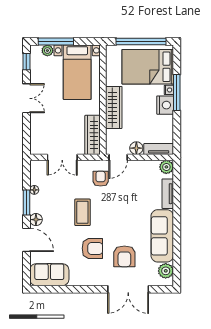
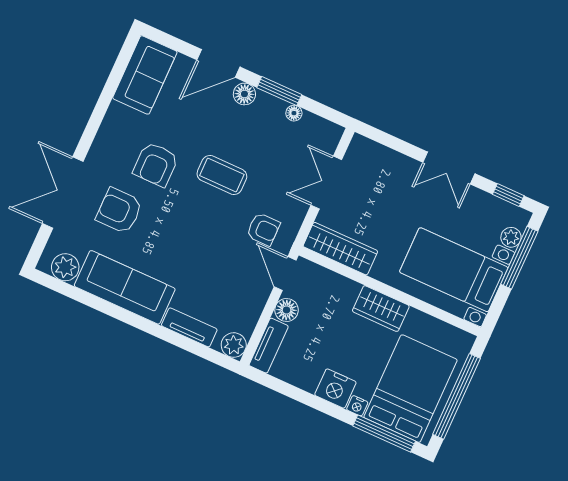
window: (177, 93) -> (384, 434), moved
wardrobe: (114, 107) -> (381, 309), width x0.67

